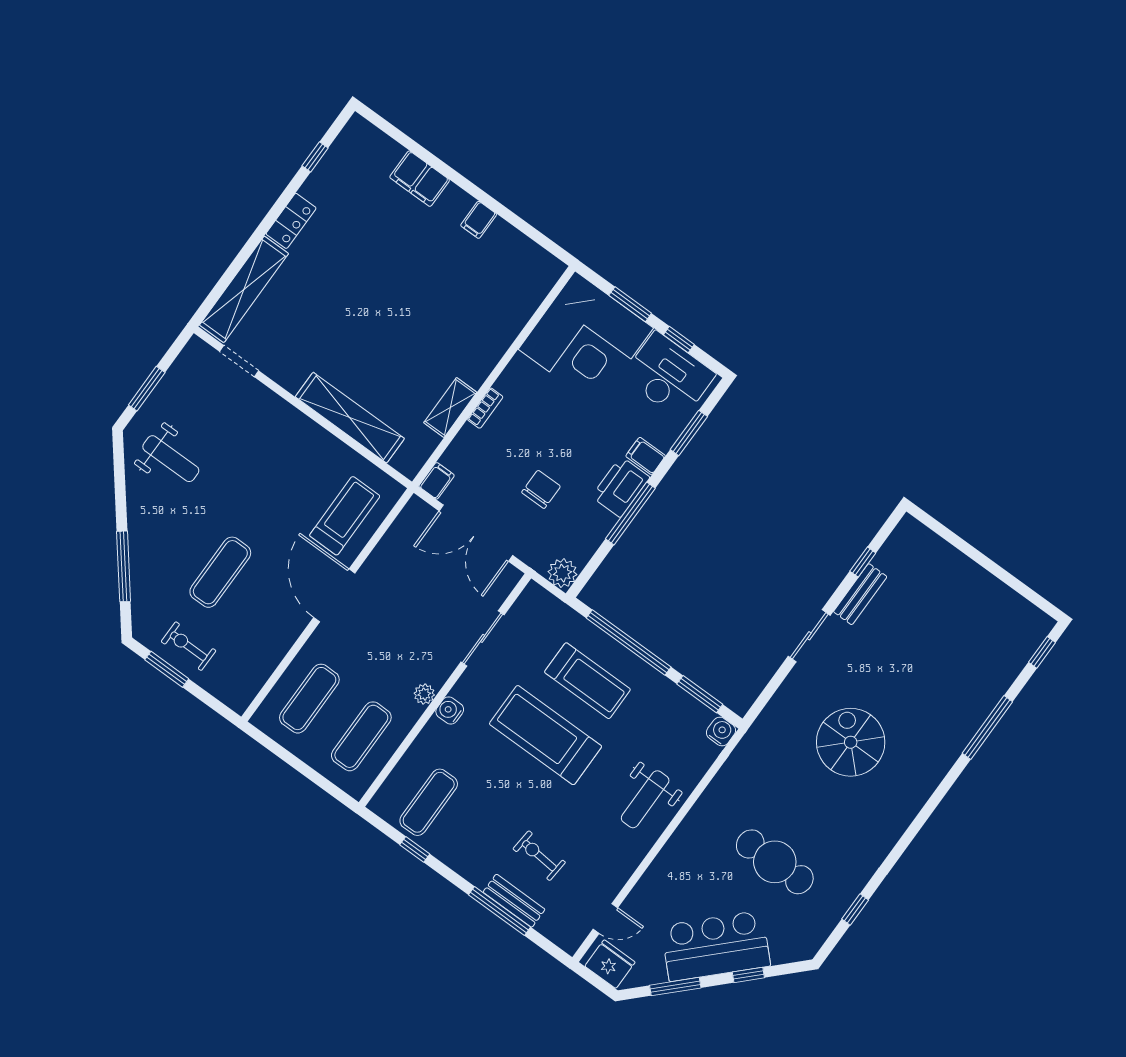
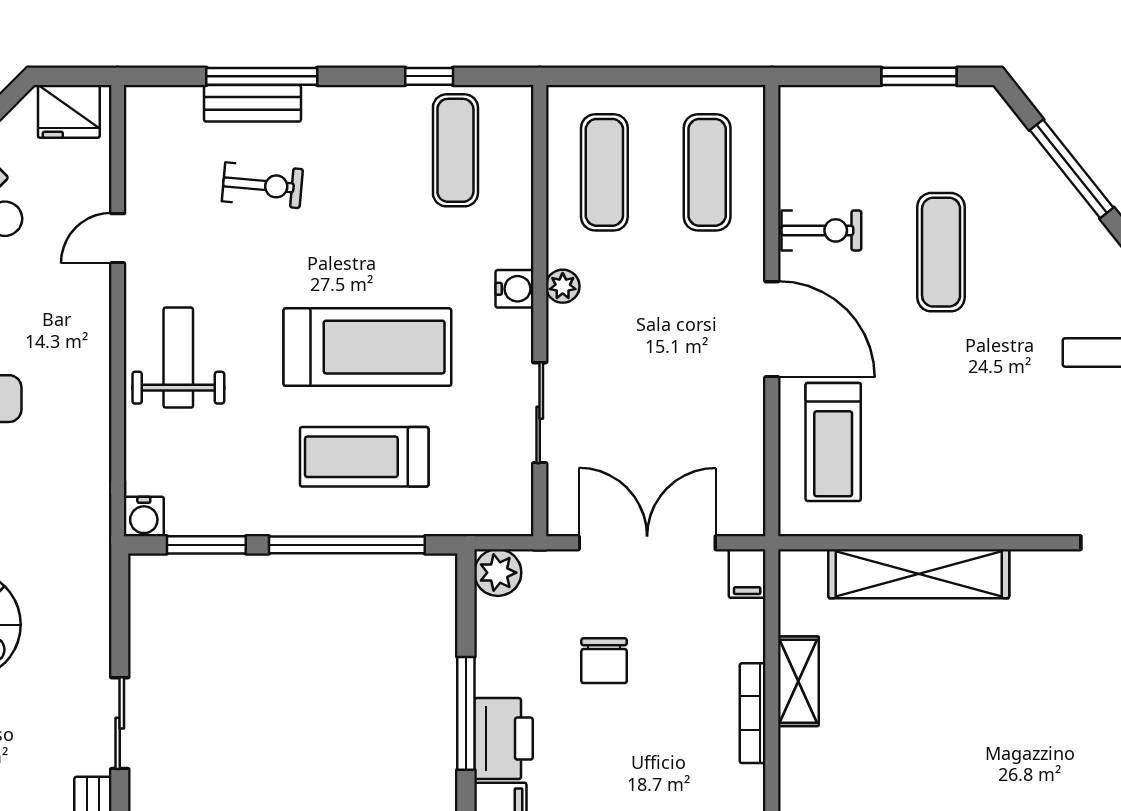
bookcase: (485, 408) -> (753, 713), width x1.56
exercise bike: (189, 646) -> (821, 230), moved
door: (605, 918) -> (118, 238), moved

